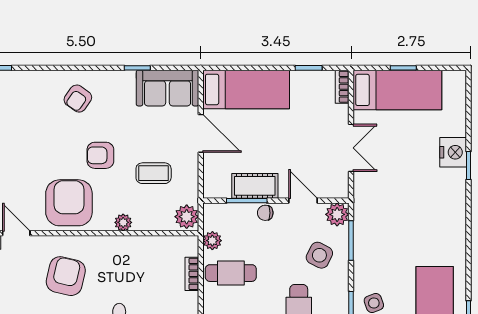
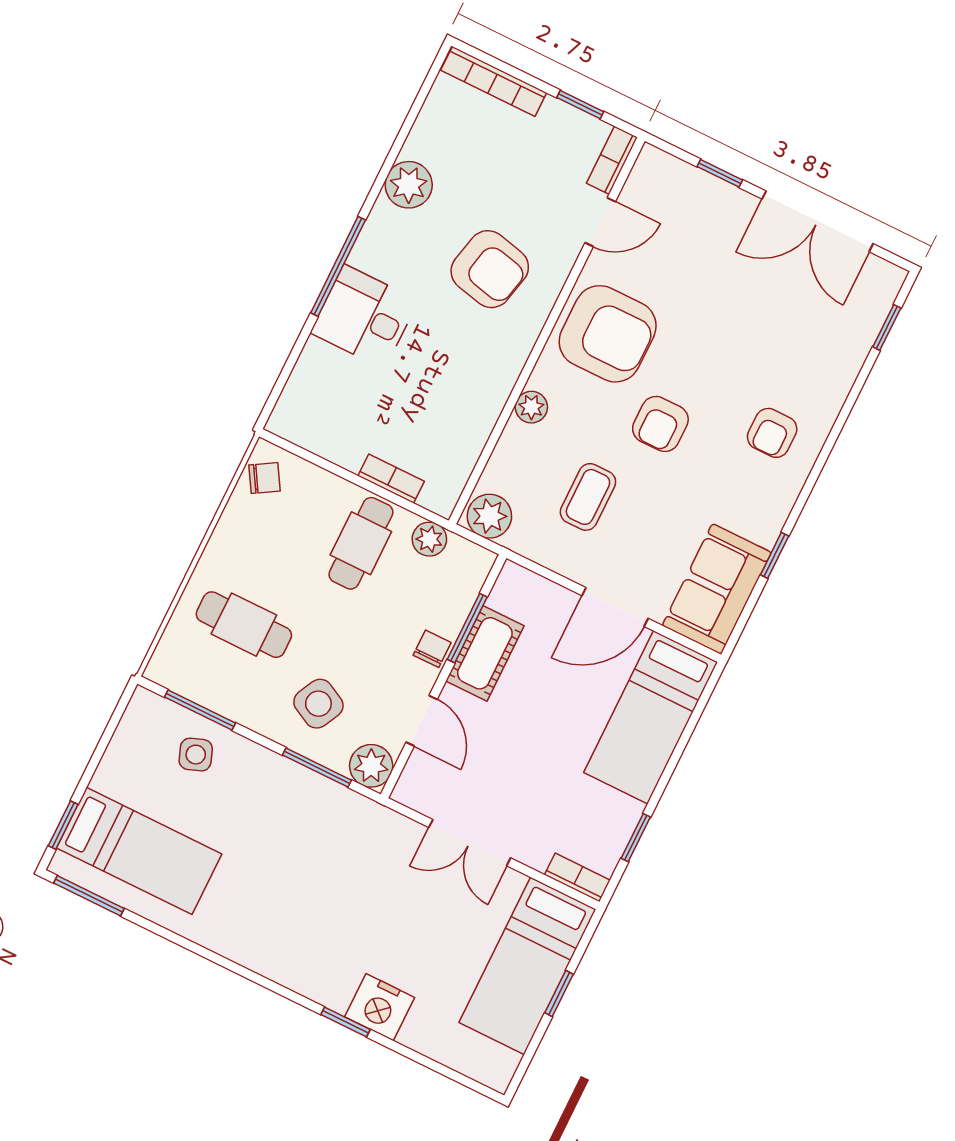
armchair: (78, 99) -> (772, 433), turned -125
armchair: (100, 155) -> (660, 424), turned 180
door: (303, 201) -> (422, 721), hinge flipped

